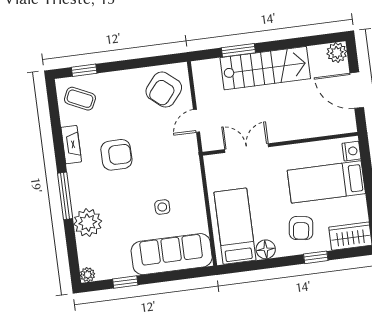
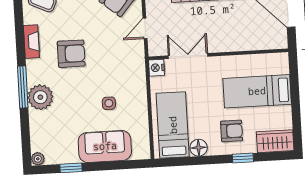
nightstand: (351, 151) -> (156, 68), moved, turned 180
plant: (88, 223) -> (40, 97), moved
armchair: (301, 228) -> (232, 131), turned -98
sofa: (172, 254) -> (105, 146), width x0.73

